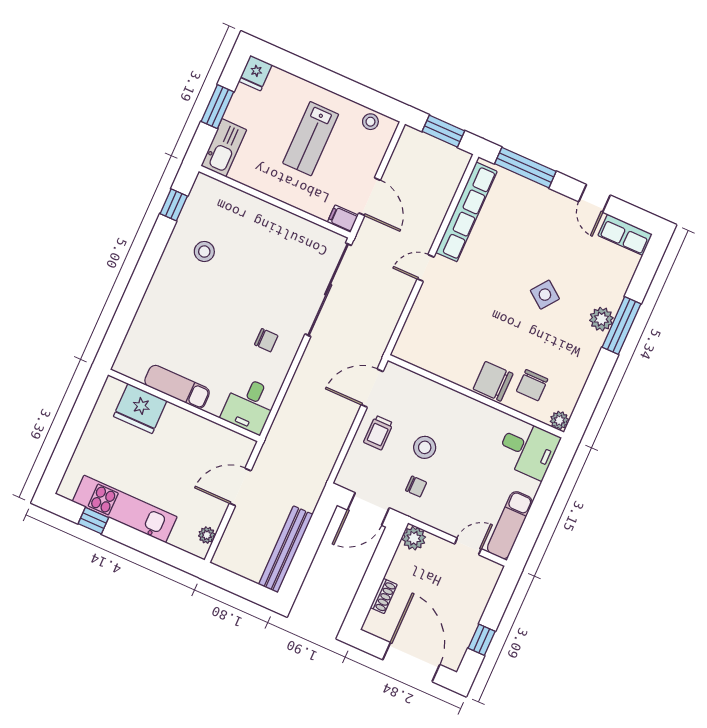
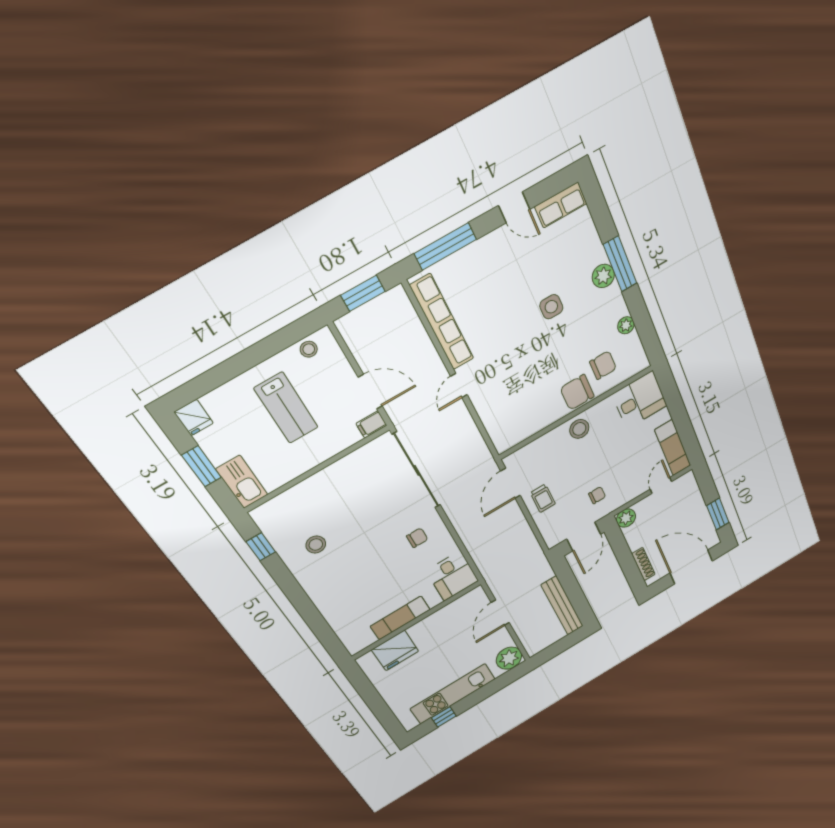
side table: (545, 295) -> (551, 307), turned -37
chair: (532, 385) -> (603, 365), turned -90
plant: (559, 420) -> (626, 325), moved
stool: (425, 447) -> (579, 429), moved
plant: (207, 535) -> (509, 658), width x1.88, depth x1.88
shoe rack: (384, 596) -> (643, 564), width x1.43
window: (482, 640) -> (718, 514), width x1.50

